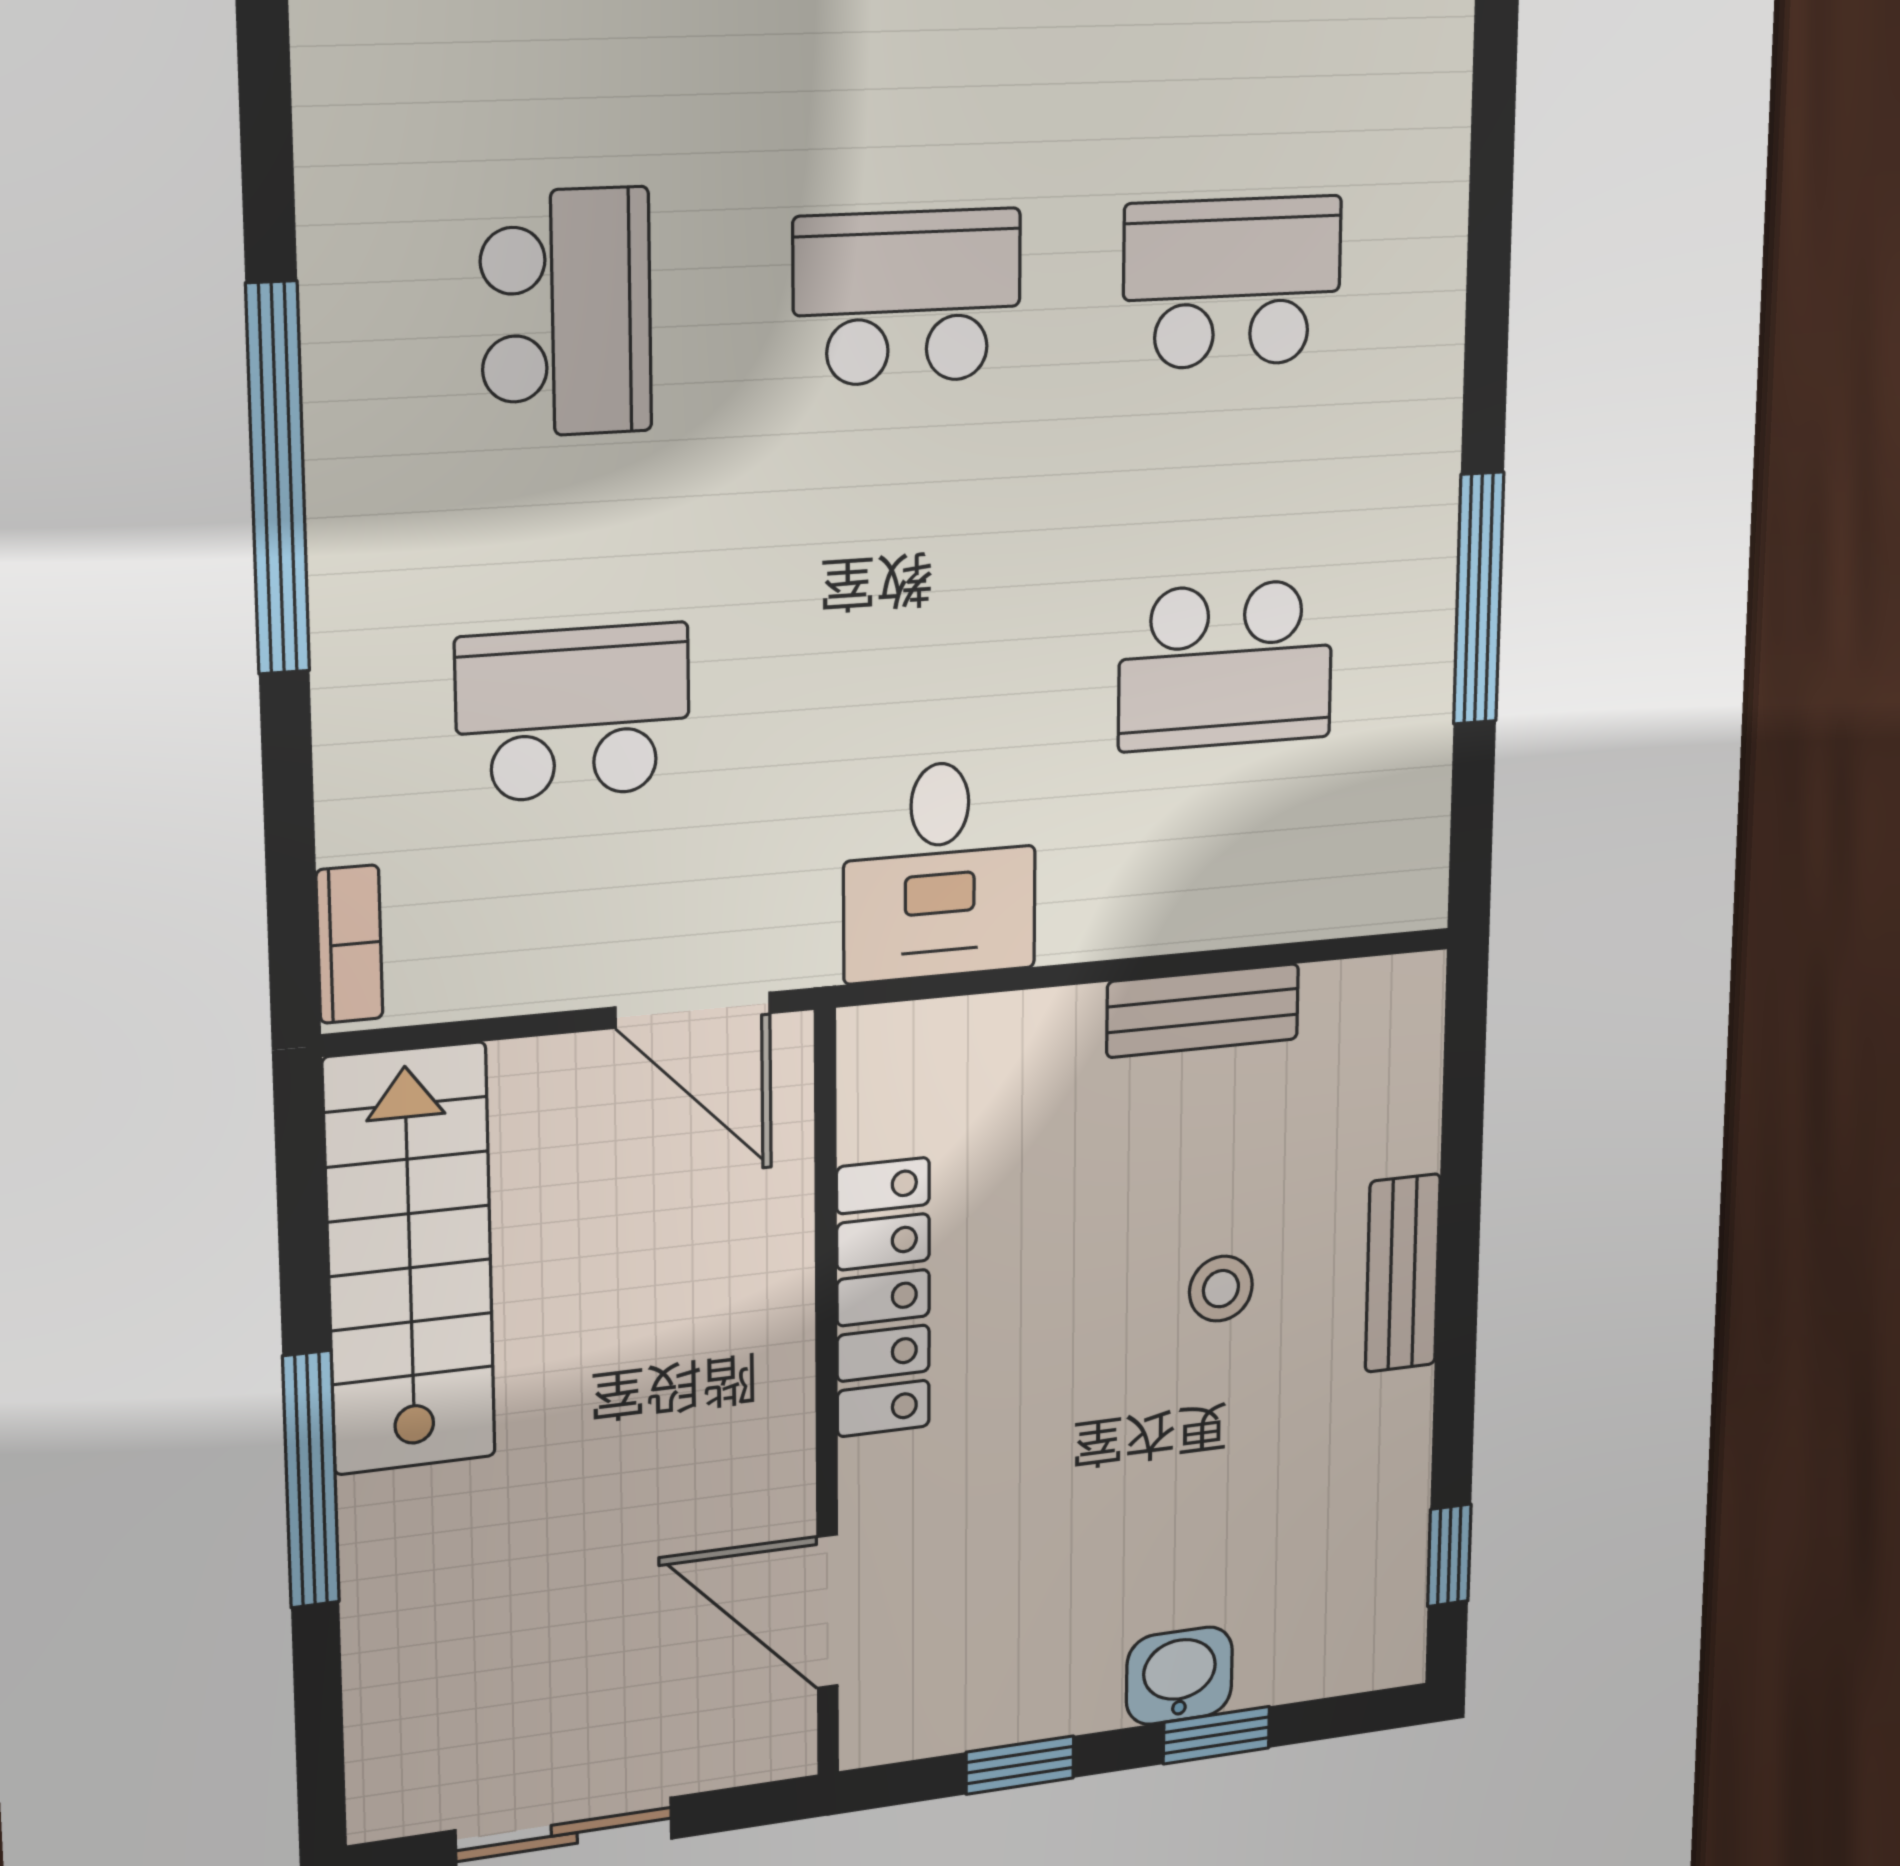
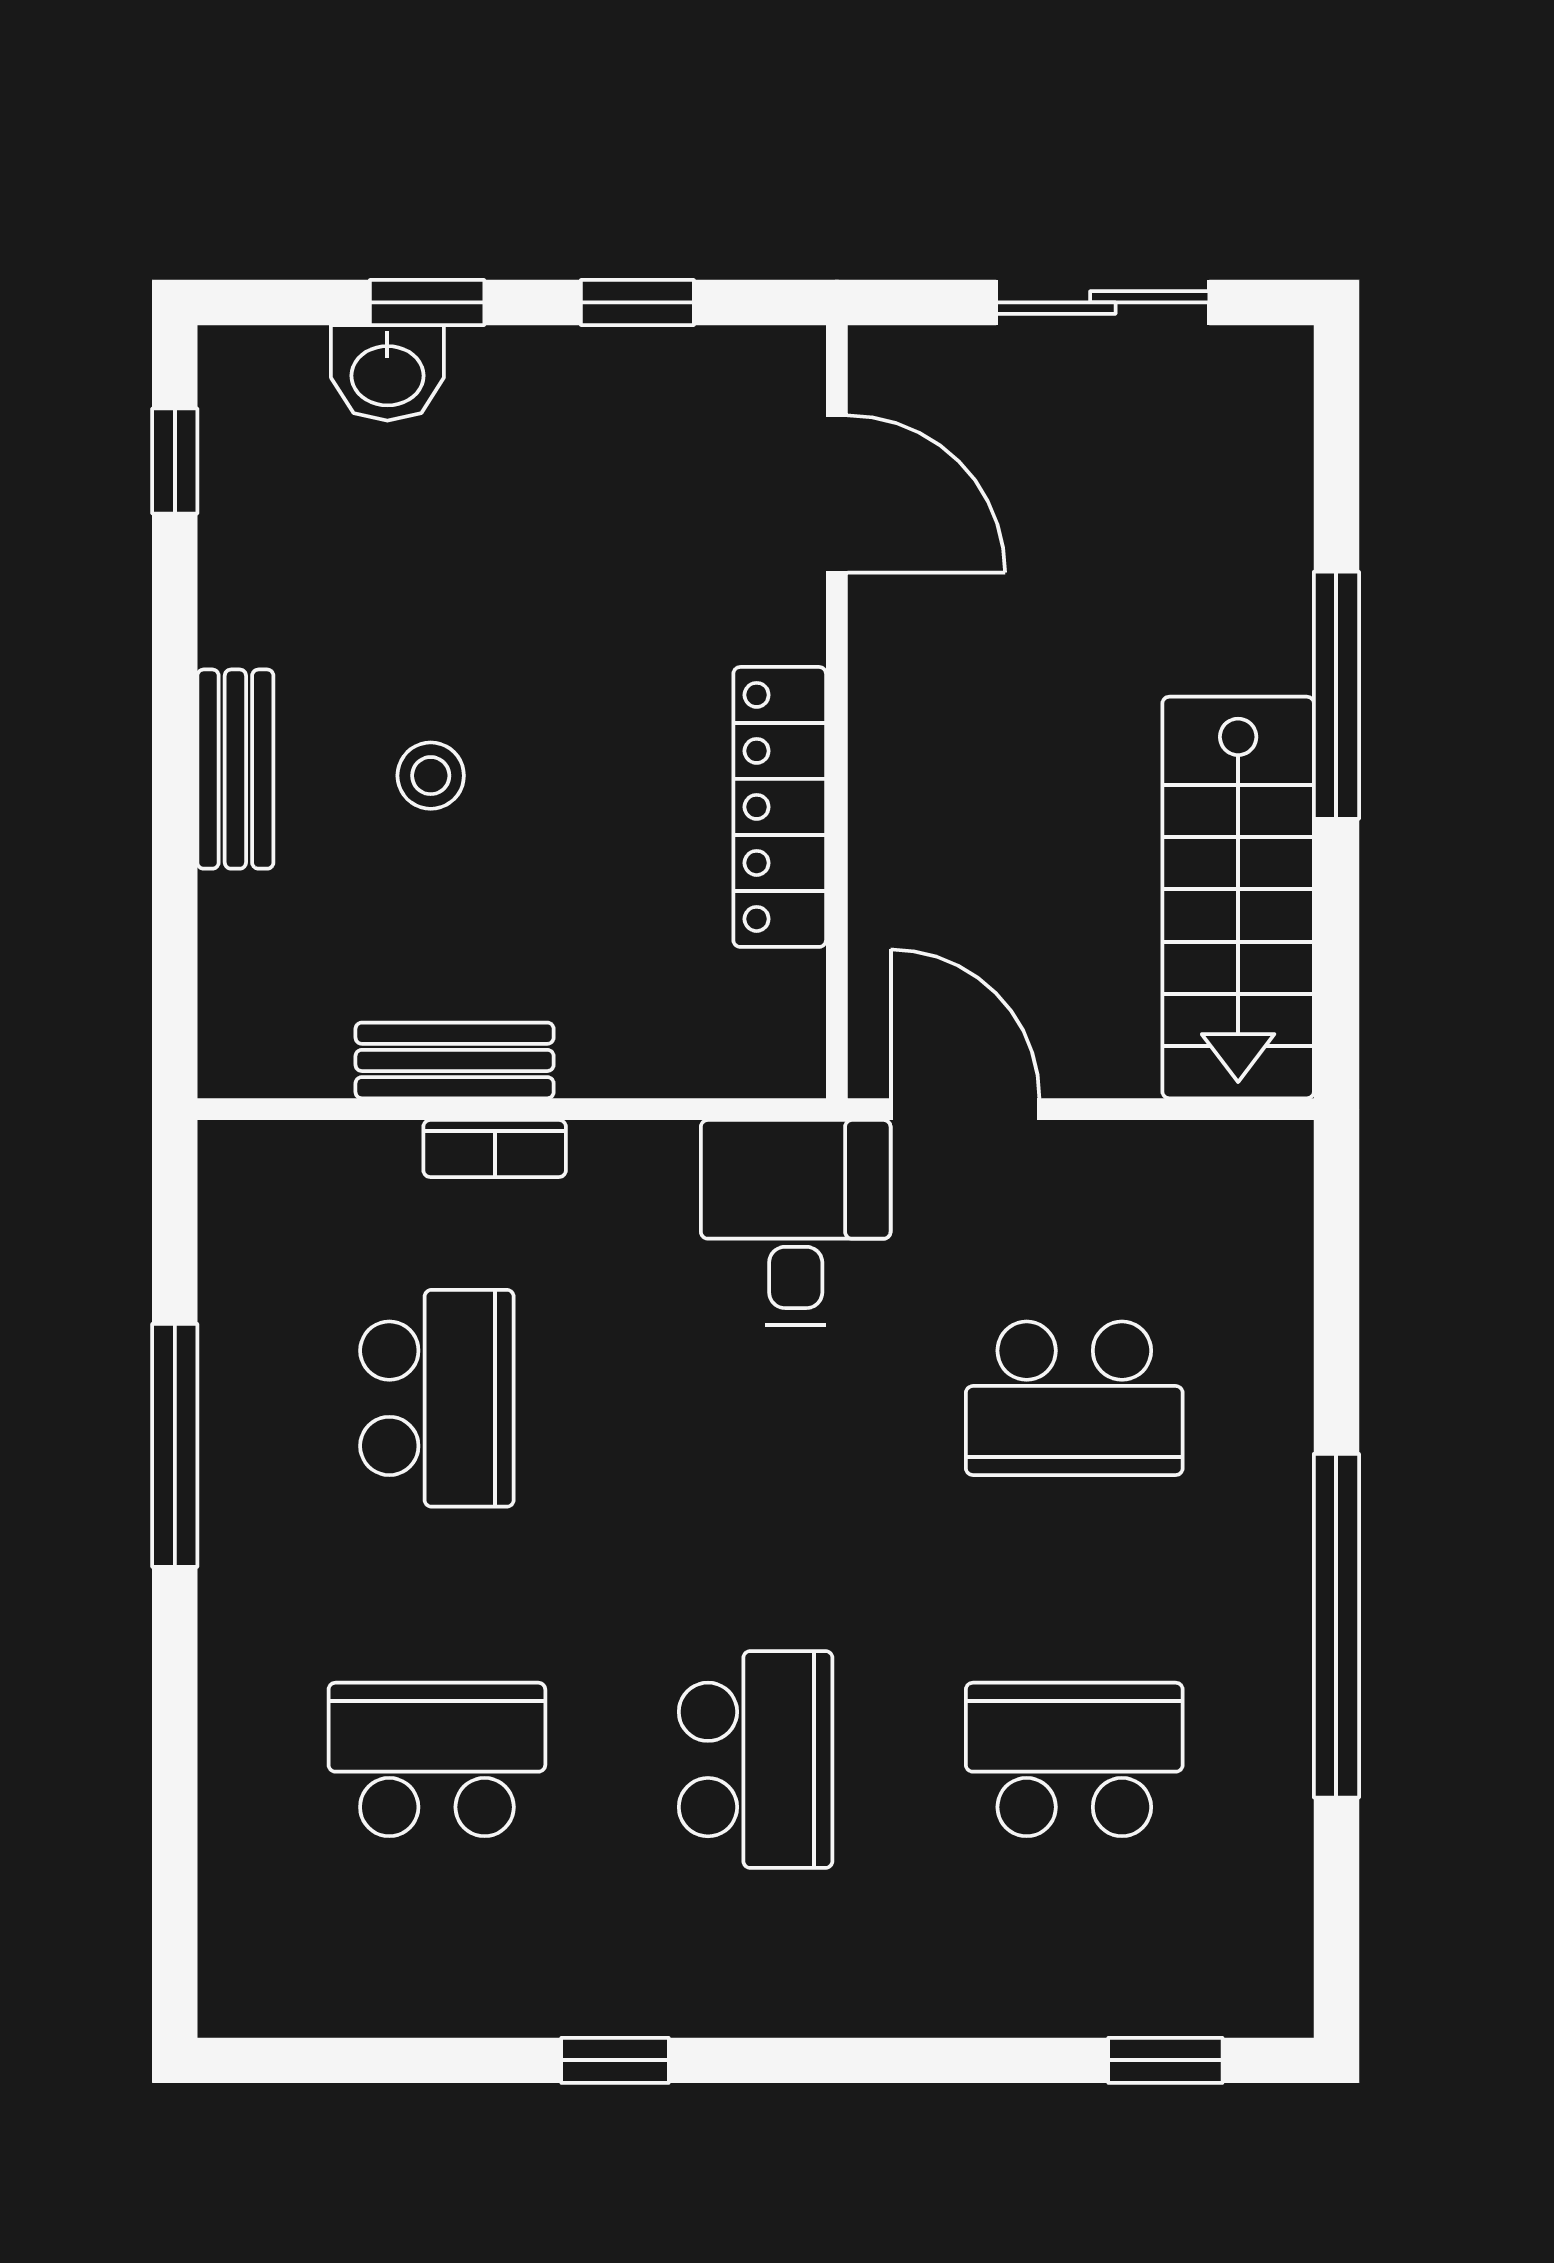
school desk: (1232, 283) -> (437, 1759), turned 180
school desk: (907, 297) -> (756, 1759), turned -90
school desk: (566, 313) -> (1074, 1759), turned 90
school desk: (1226, 665) -> (437, 1398), turned 90
desk: (940, 870) -> (796, 1222), moved
bookcase: (350, 944) -> (495, 1149), moved, turned -90
washbasin: (1179, 1676) -> (387, 373), moved

